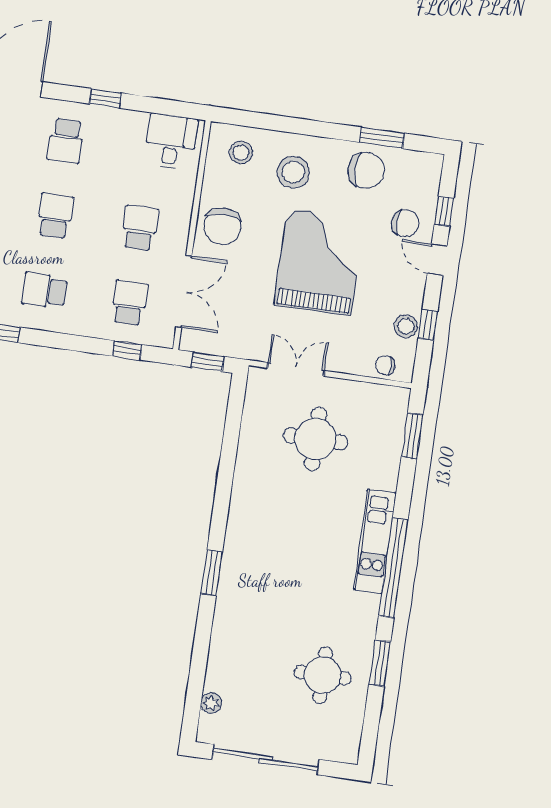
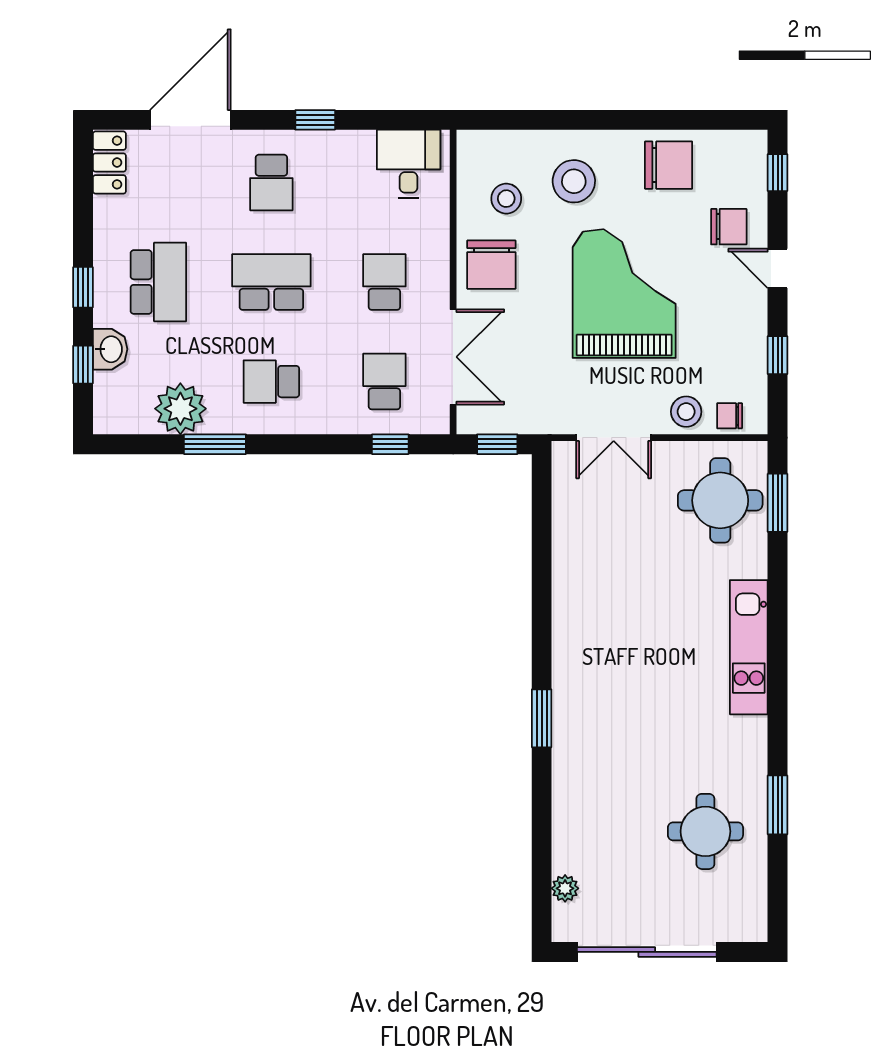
window: (382, 138) -> (683, 120), removed
stool: (241, 152) -> (506, 199), moved
window: (444, 211) -> (778, 173), moved
school desk: (55, 216) -> (271, 282), width x1.85
stool: (406, 326) -> (686, 412), moved
double door: (296, 369) -> (614, 438), swing flipped
round table: (315, 439) -> (720, 500), moved
window: (393, 568) -> (778, 678), removed

